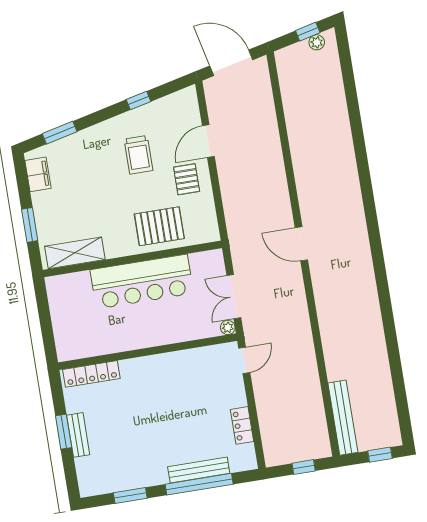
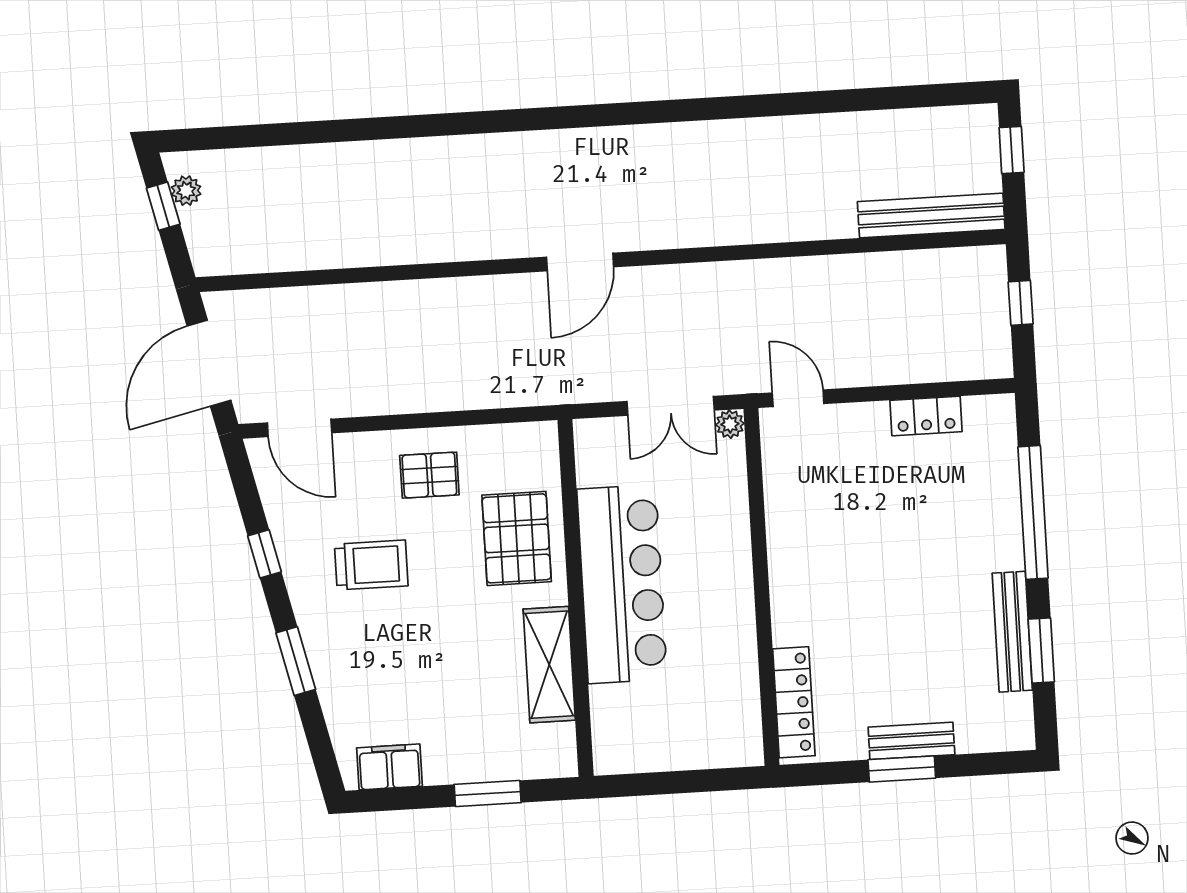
window: (60, 133) -> (296, 661), moved
door: (208, 141) -> (300, 428), moved
shelving: (75, 253) -> (549, 665), moved
bench: (199, 470) -> (1012, 632), moved

